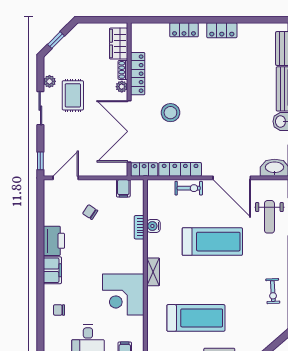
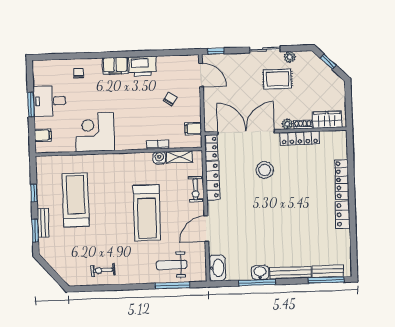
locker: (184, 30) -> (342, 180), width x1.53
door: (232, 178) -> (206, 229), width x0.73
shelving: (153, 272) -> (180, 157), moved
treadmill: (196, 318) -> (76, 200), turned 180

